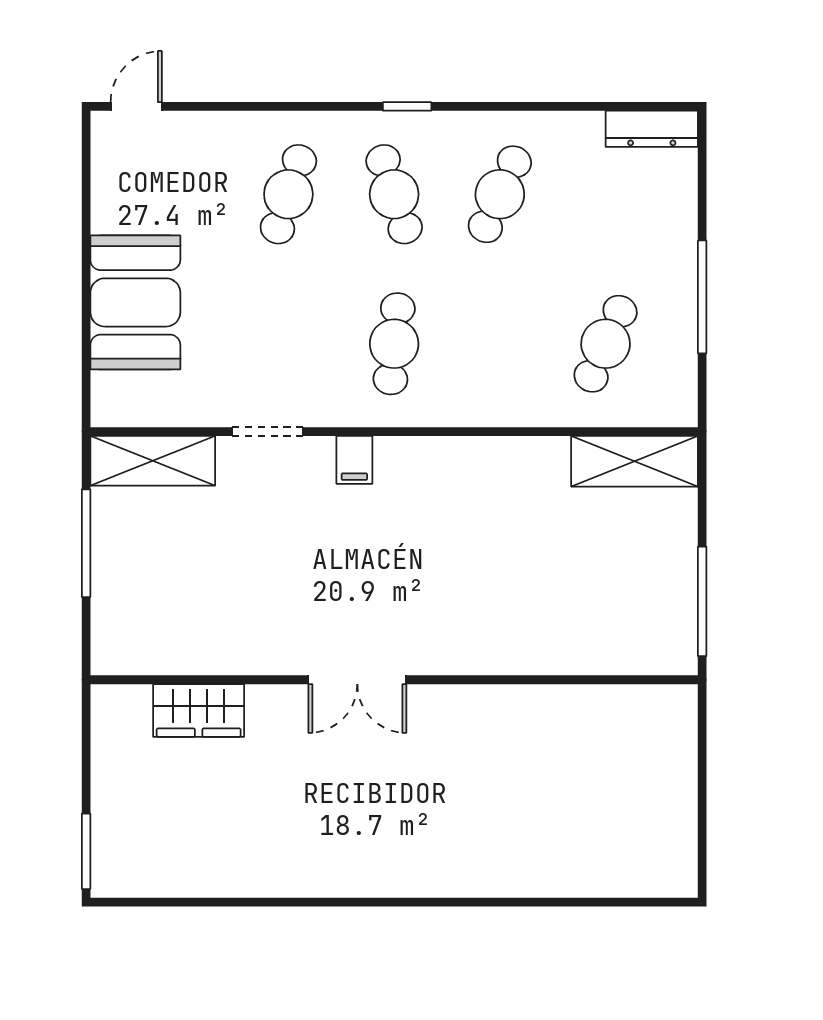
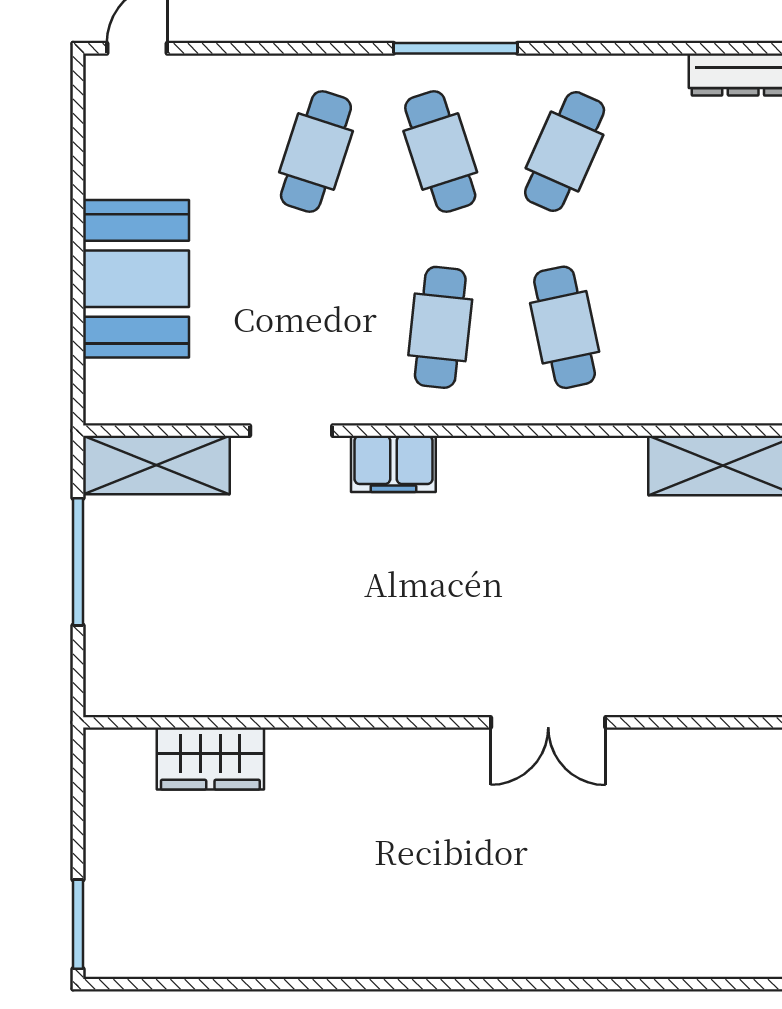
window: (407, 106) -> (456, 48), width x2.17
cafe table: (606, 344) -> (565, 327), moved, turned -36
filing cabinet: (354, 460) -> (393, 464), width x2.00
double door: (357, 680) -> (548, 722), moved

